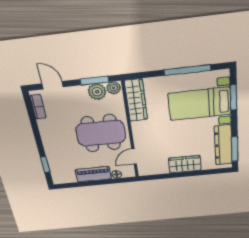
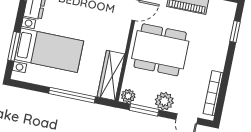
window: (187, 70) -> (72, 95), moved
plant: (97, 92) -> (164, 101), moved
bookcase: (38, 107) -> (213, 93), width x1.56

